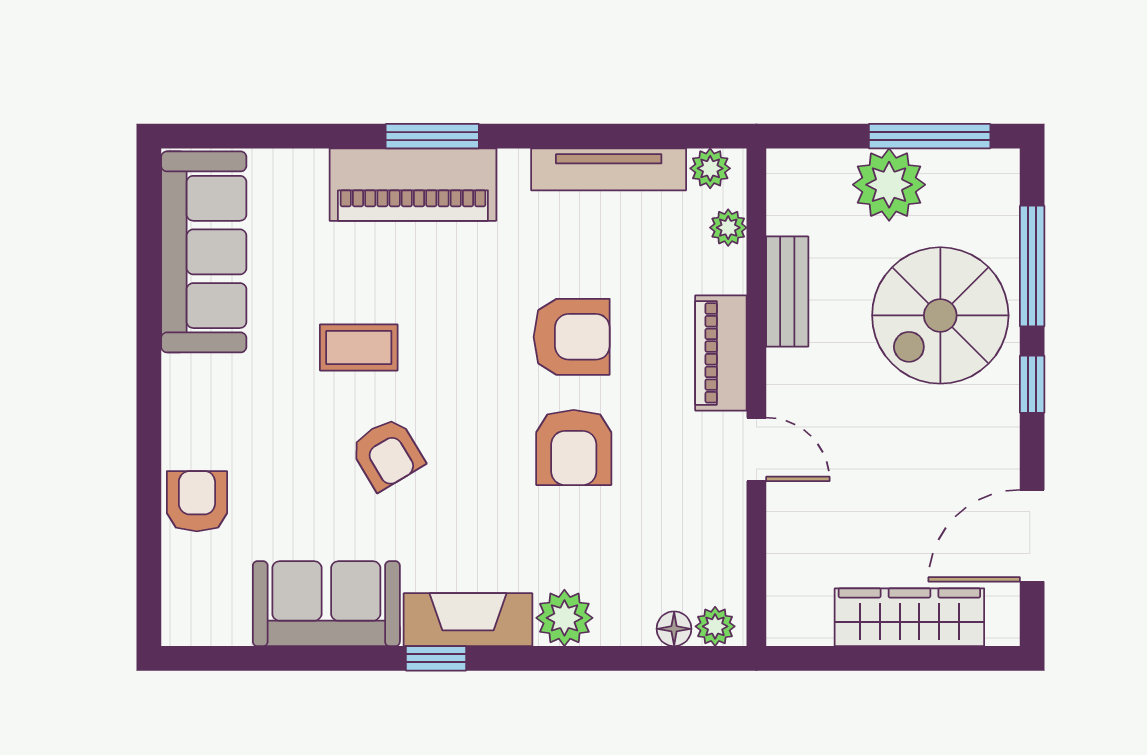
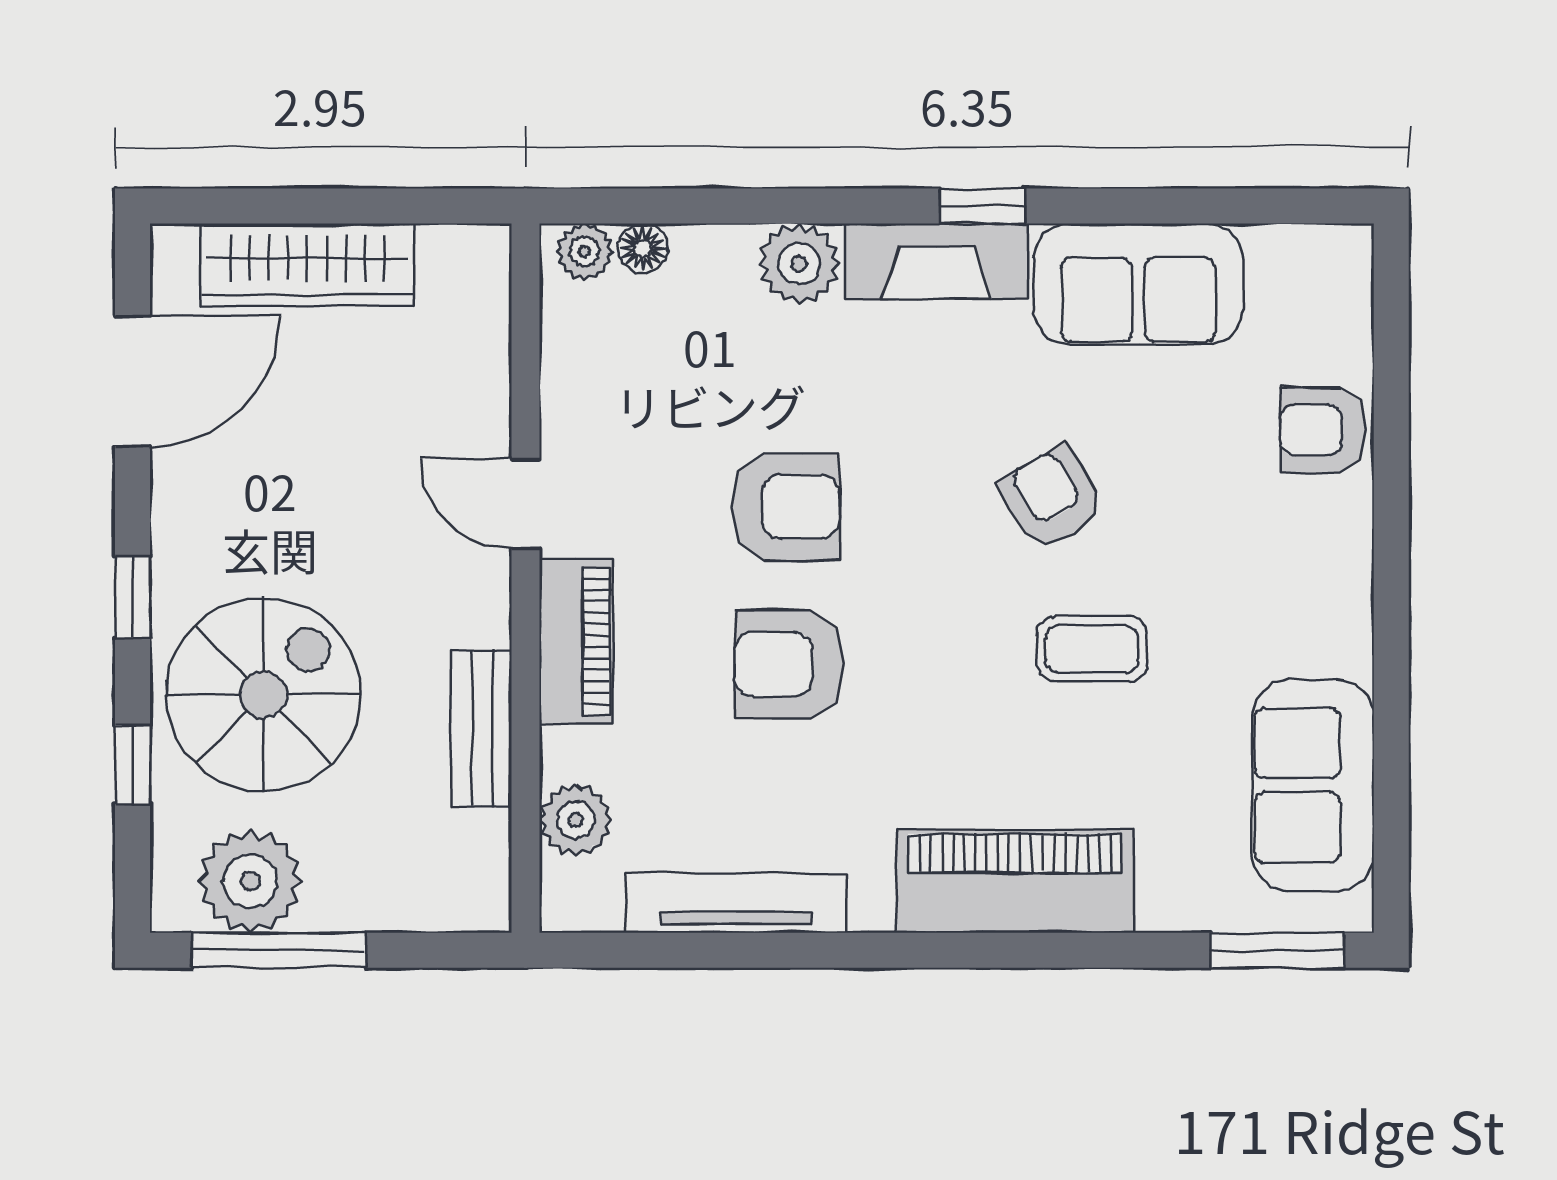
window: (432, 136) -> (1277, 950), moved
plant: (710, 168) -> (591, 904), removed
plant: (889, 185) -> (250, 881), moved
plant: (728, 228) -> (576, 820), width x1.38, depth x1.38
sofa: (204, 252) -> (1313, 785), width x0.73
window: (1032, 266) -> (133, 765), width x0.46
armchair: (574, 447) -> (786, 507), turned 90
armchair: (197, 501) -> (1323, 430), turned 90

